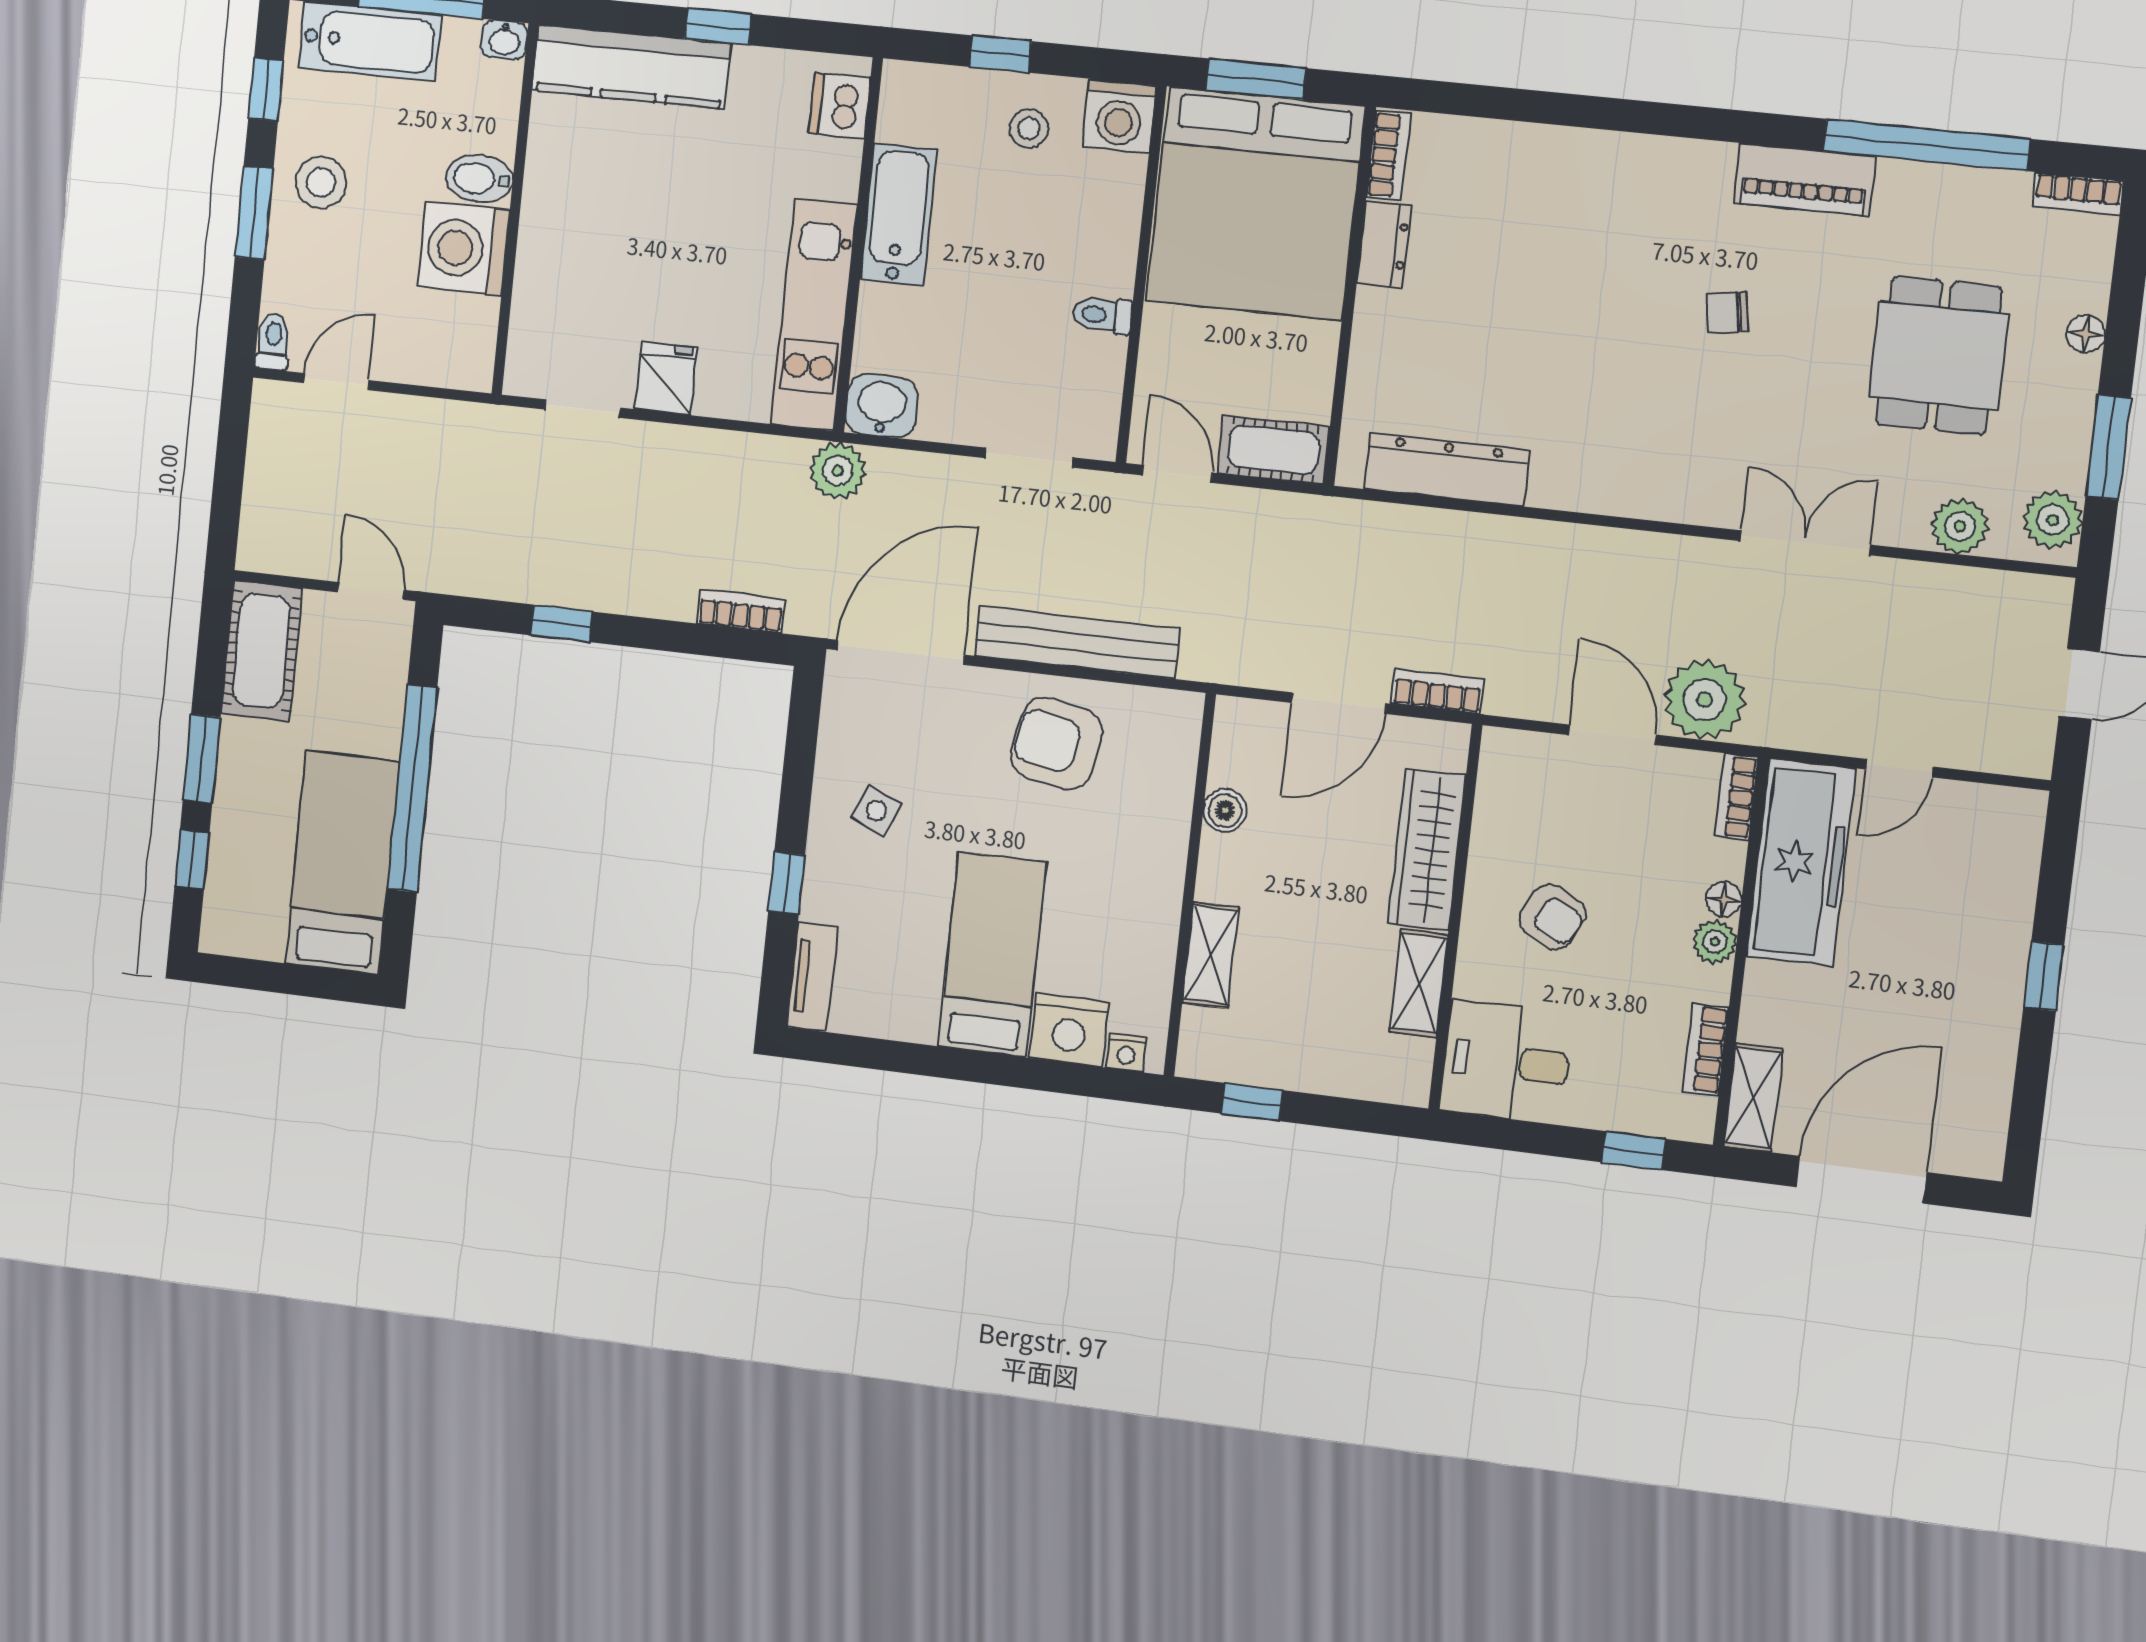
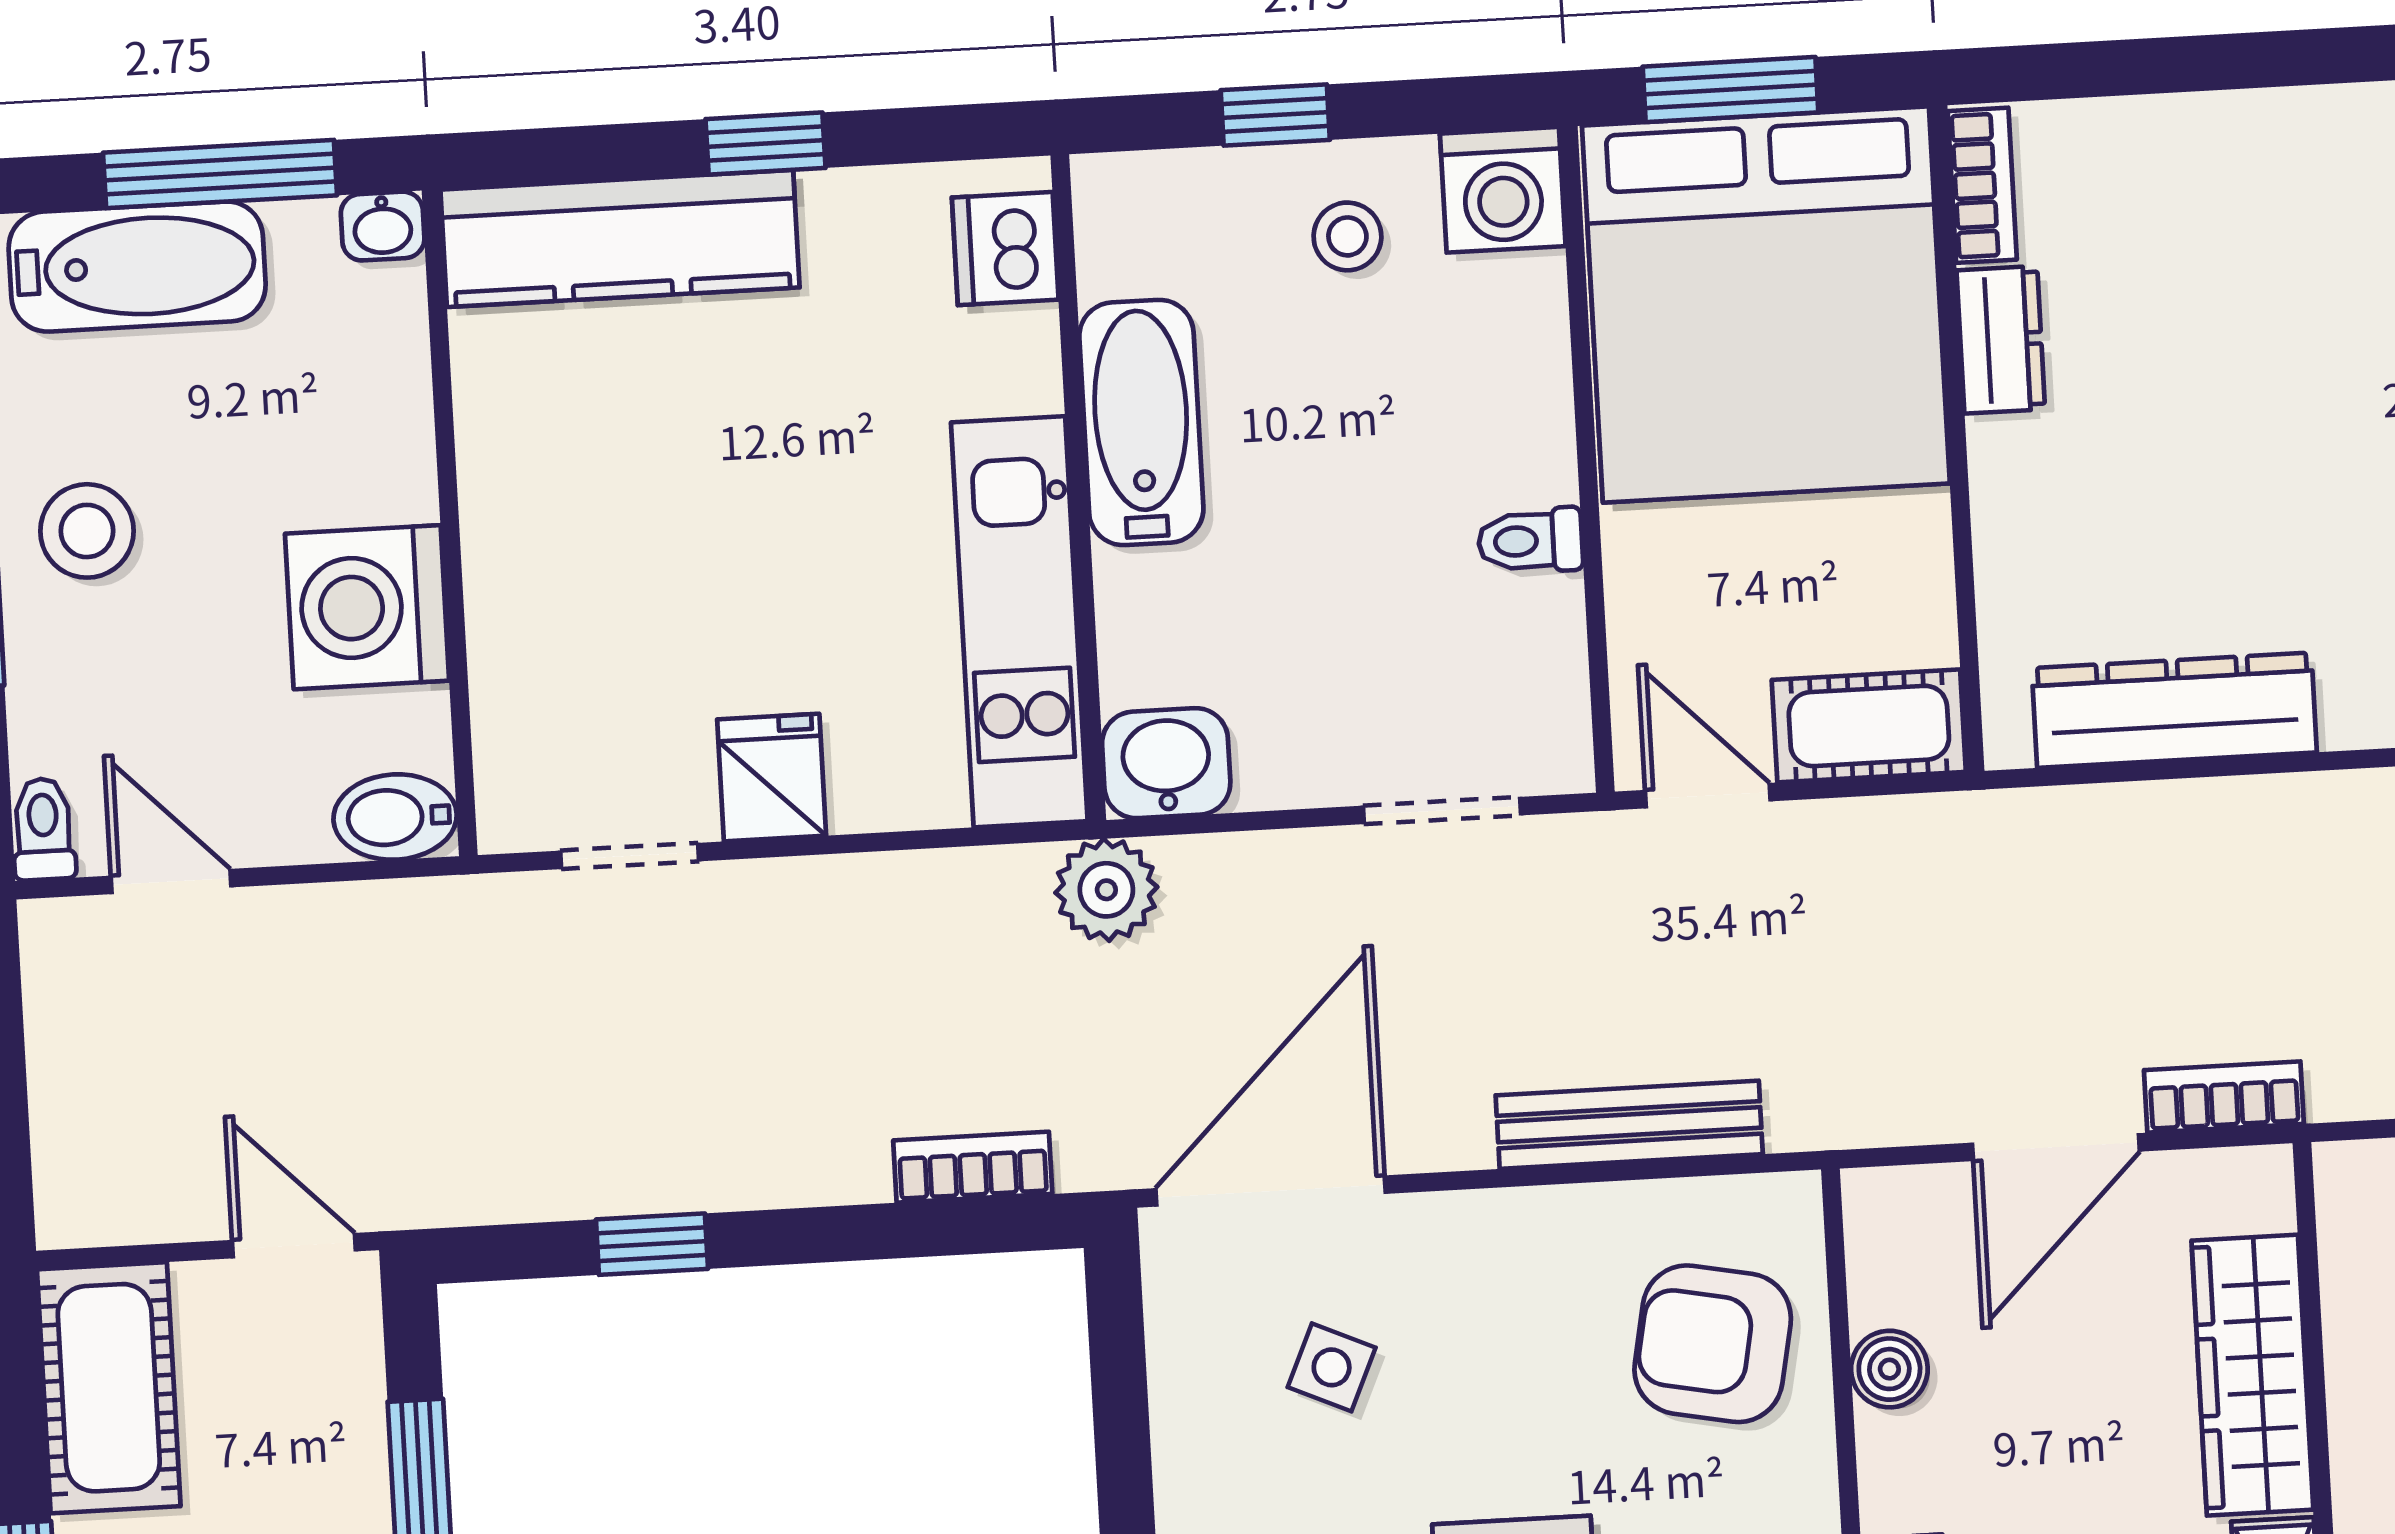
bidet: (479, 179) -> (395, 817), moved
door: (336, 382) -> (171, 882), hinge flipped
bench: (1077, 642) -> (1629, 1125), width x0.73, depth x0.82
armchair: (1057, 744) -> (1713, 1344), moved
side table: (876, 811) -> (1332, 1367), moved

